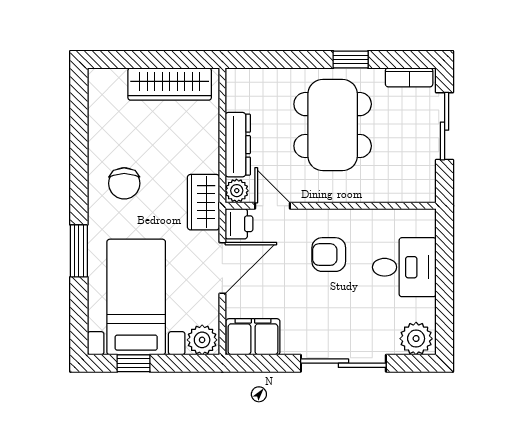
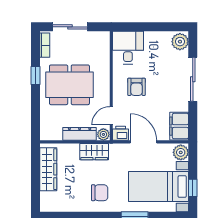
wardrobe: (203, 202) -> (94, 152), moved
desk: (404, 267) -> (128, 48), moved

